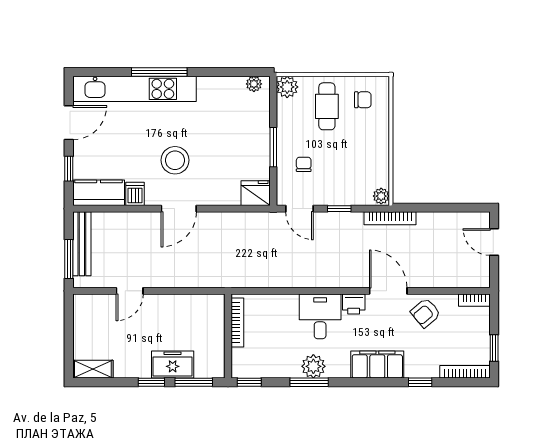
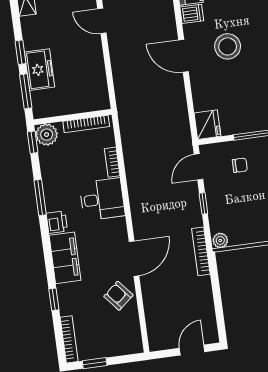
bookcase: (474, 300) -> (112, 162), moved
printer: (354, 304) -> (57, 222), moved, turned 180
plant: (313, 366) -> (47, 135), moved

